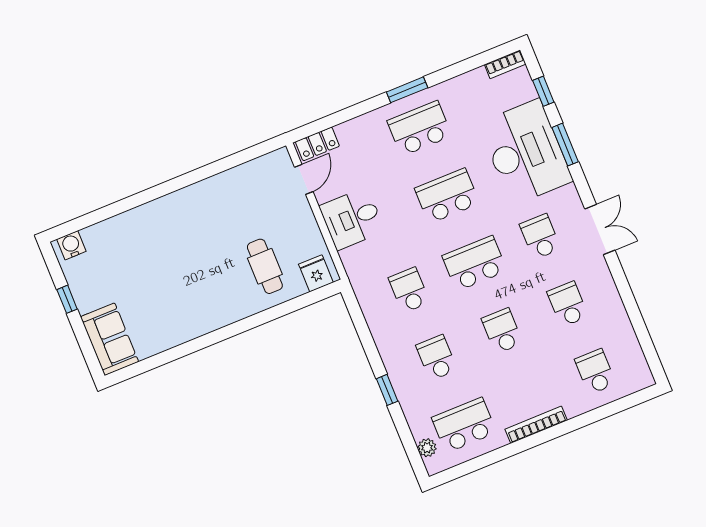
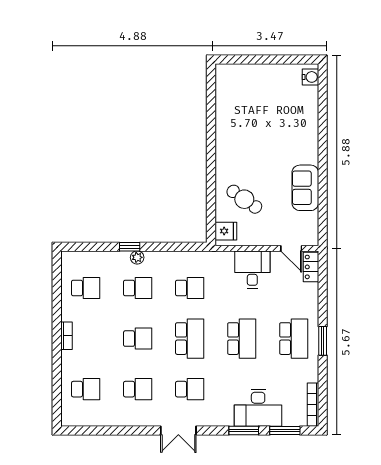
bookcase: (505, 64) -> (313, 405), width x1.56
window: (543, 91) -> (285, 430), width x1.50
desk: (525, 152) -> (258, 408), width x0.73, depth x0.77
cafe table: (265, 266) -> (244, 199), turned 35
window: (67, 299) -> (276, 60), removed
sofa: (110, 339) -> (305, 188), moved, turned 90
school desk: (464, 425) -> (86, 288), width x0.54
bookcase: (536, 425) -> (66, 336), width x0.64
plant: (427, 448) -> (137, 257), moved

